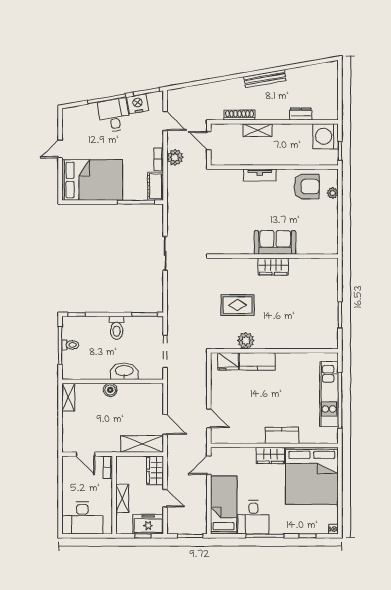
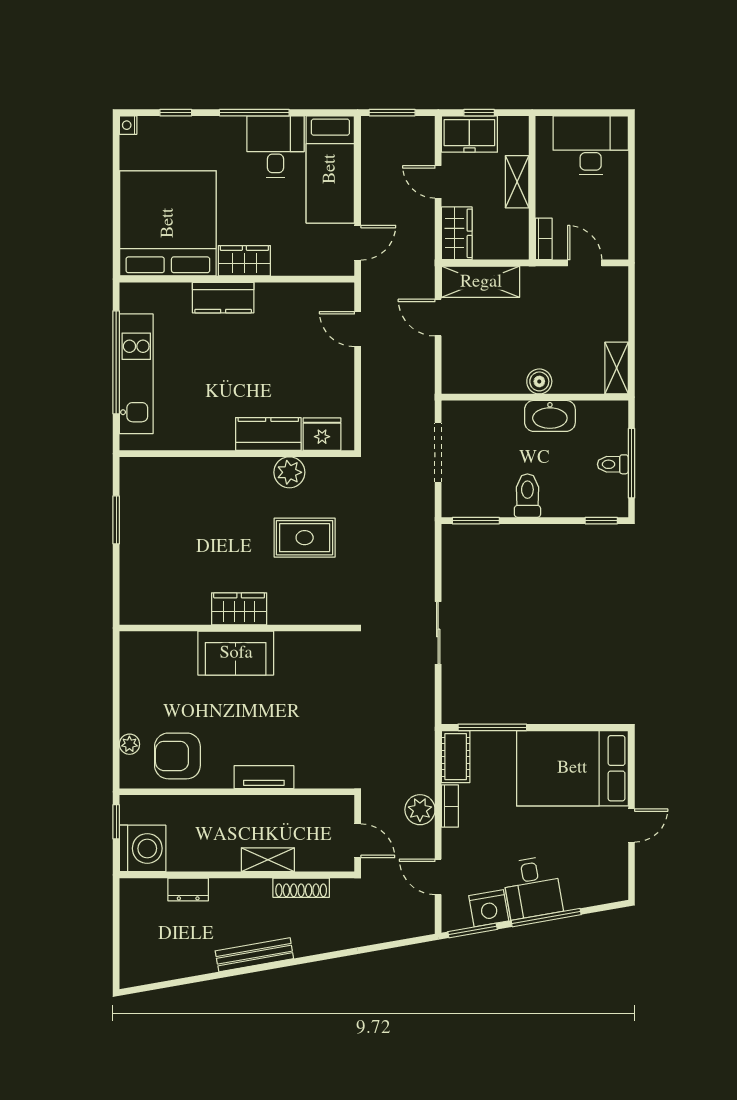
washbasin: (124, 371) -> (550, 416), moved

